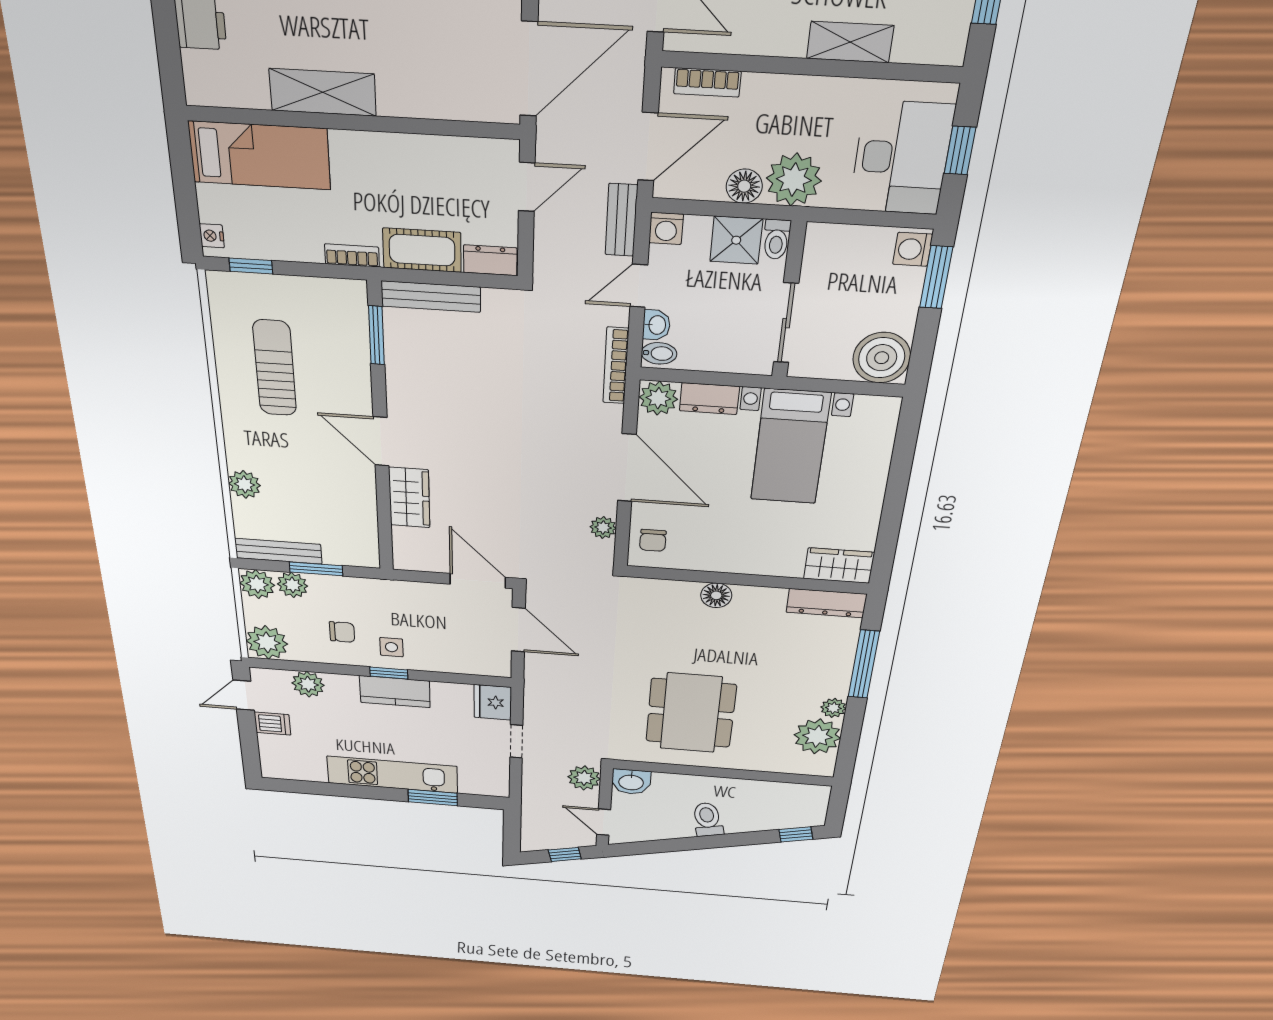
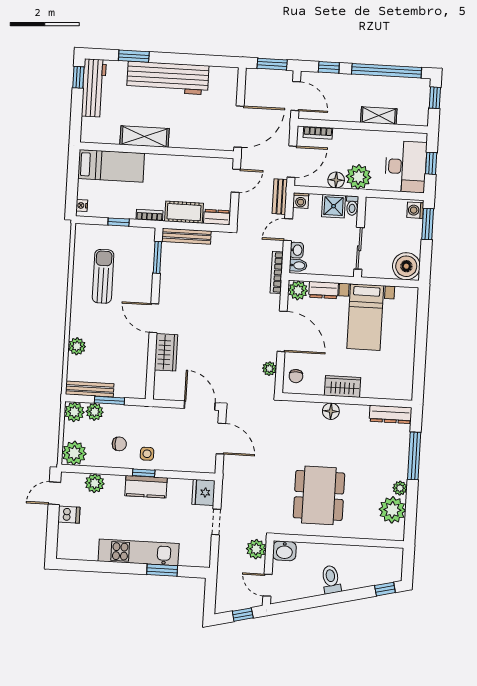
window: (251, 266) -> (119, 222), moved
wardrobe: (839, 566) -> (343, 386), moved

